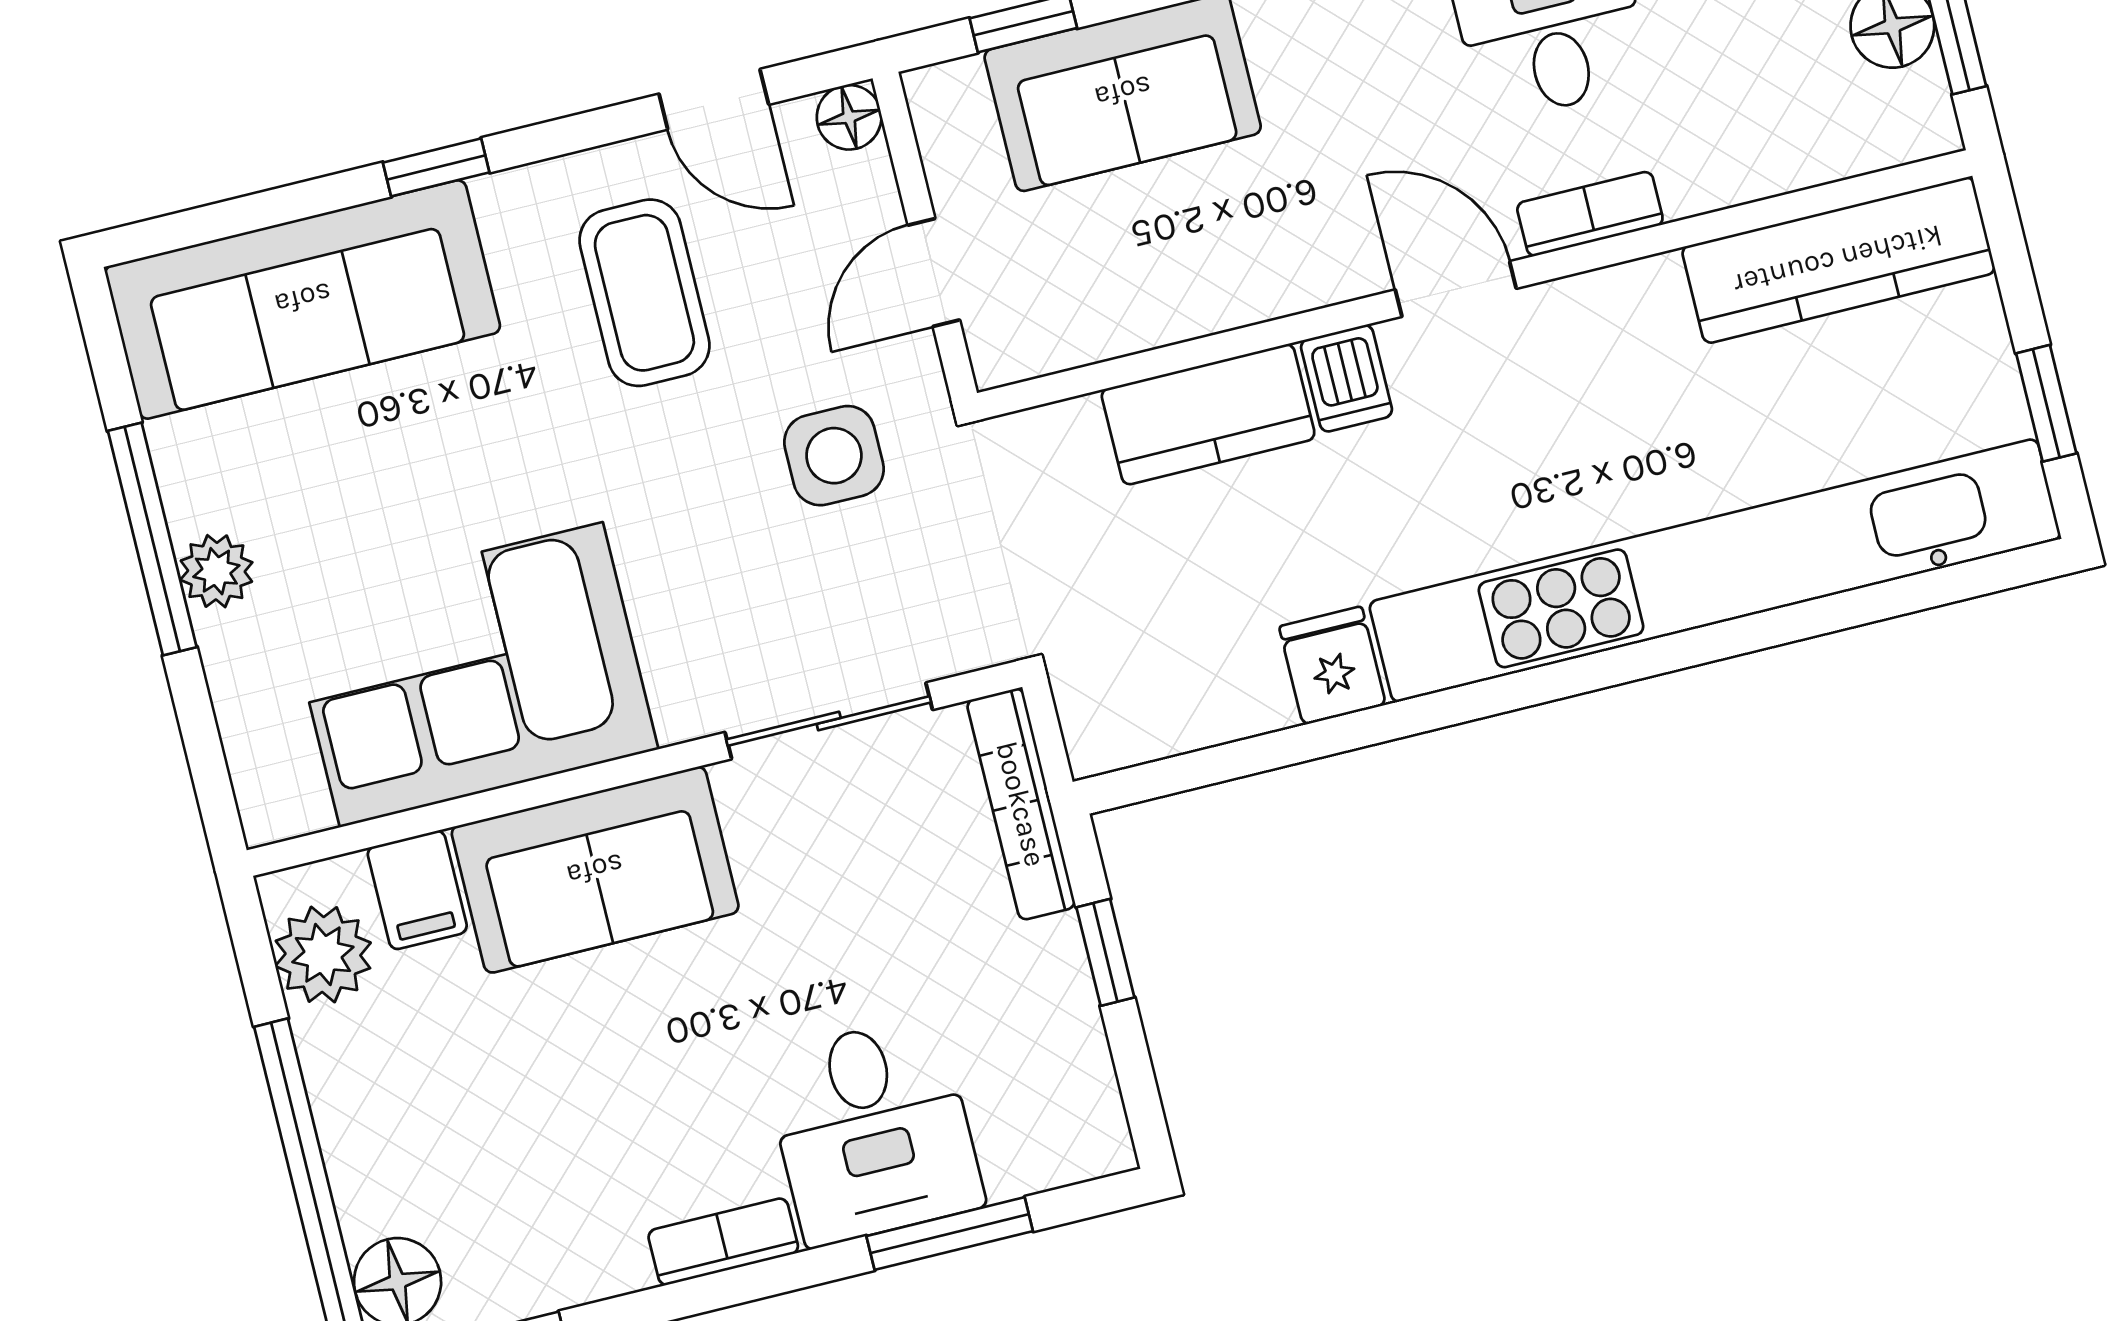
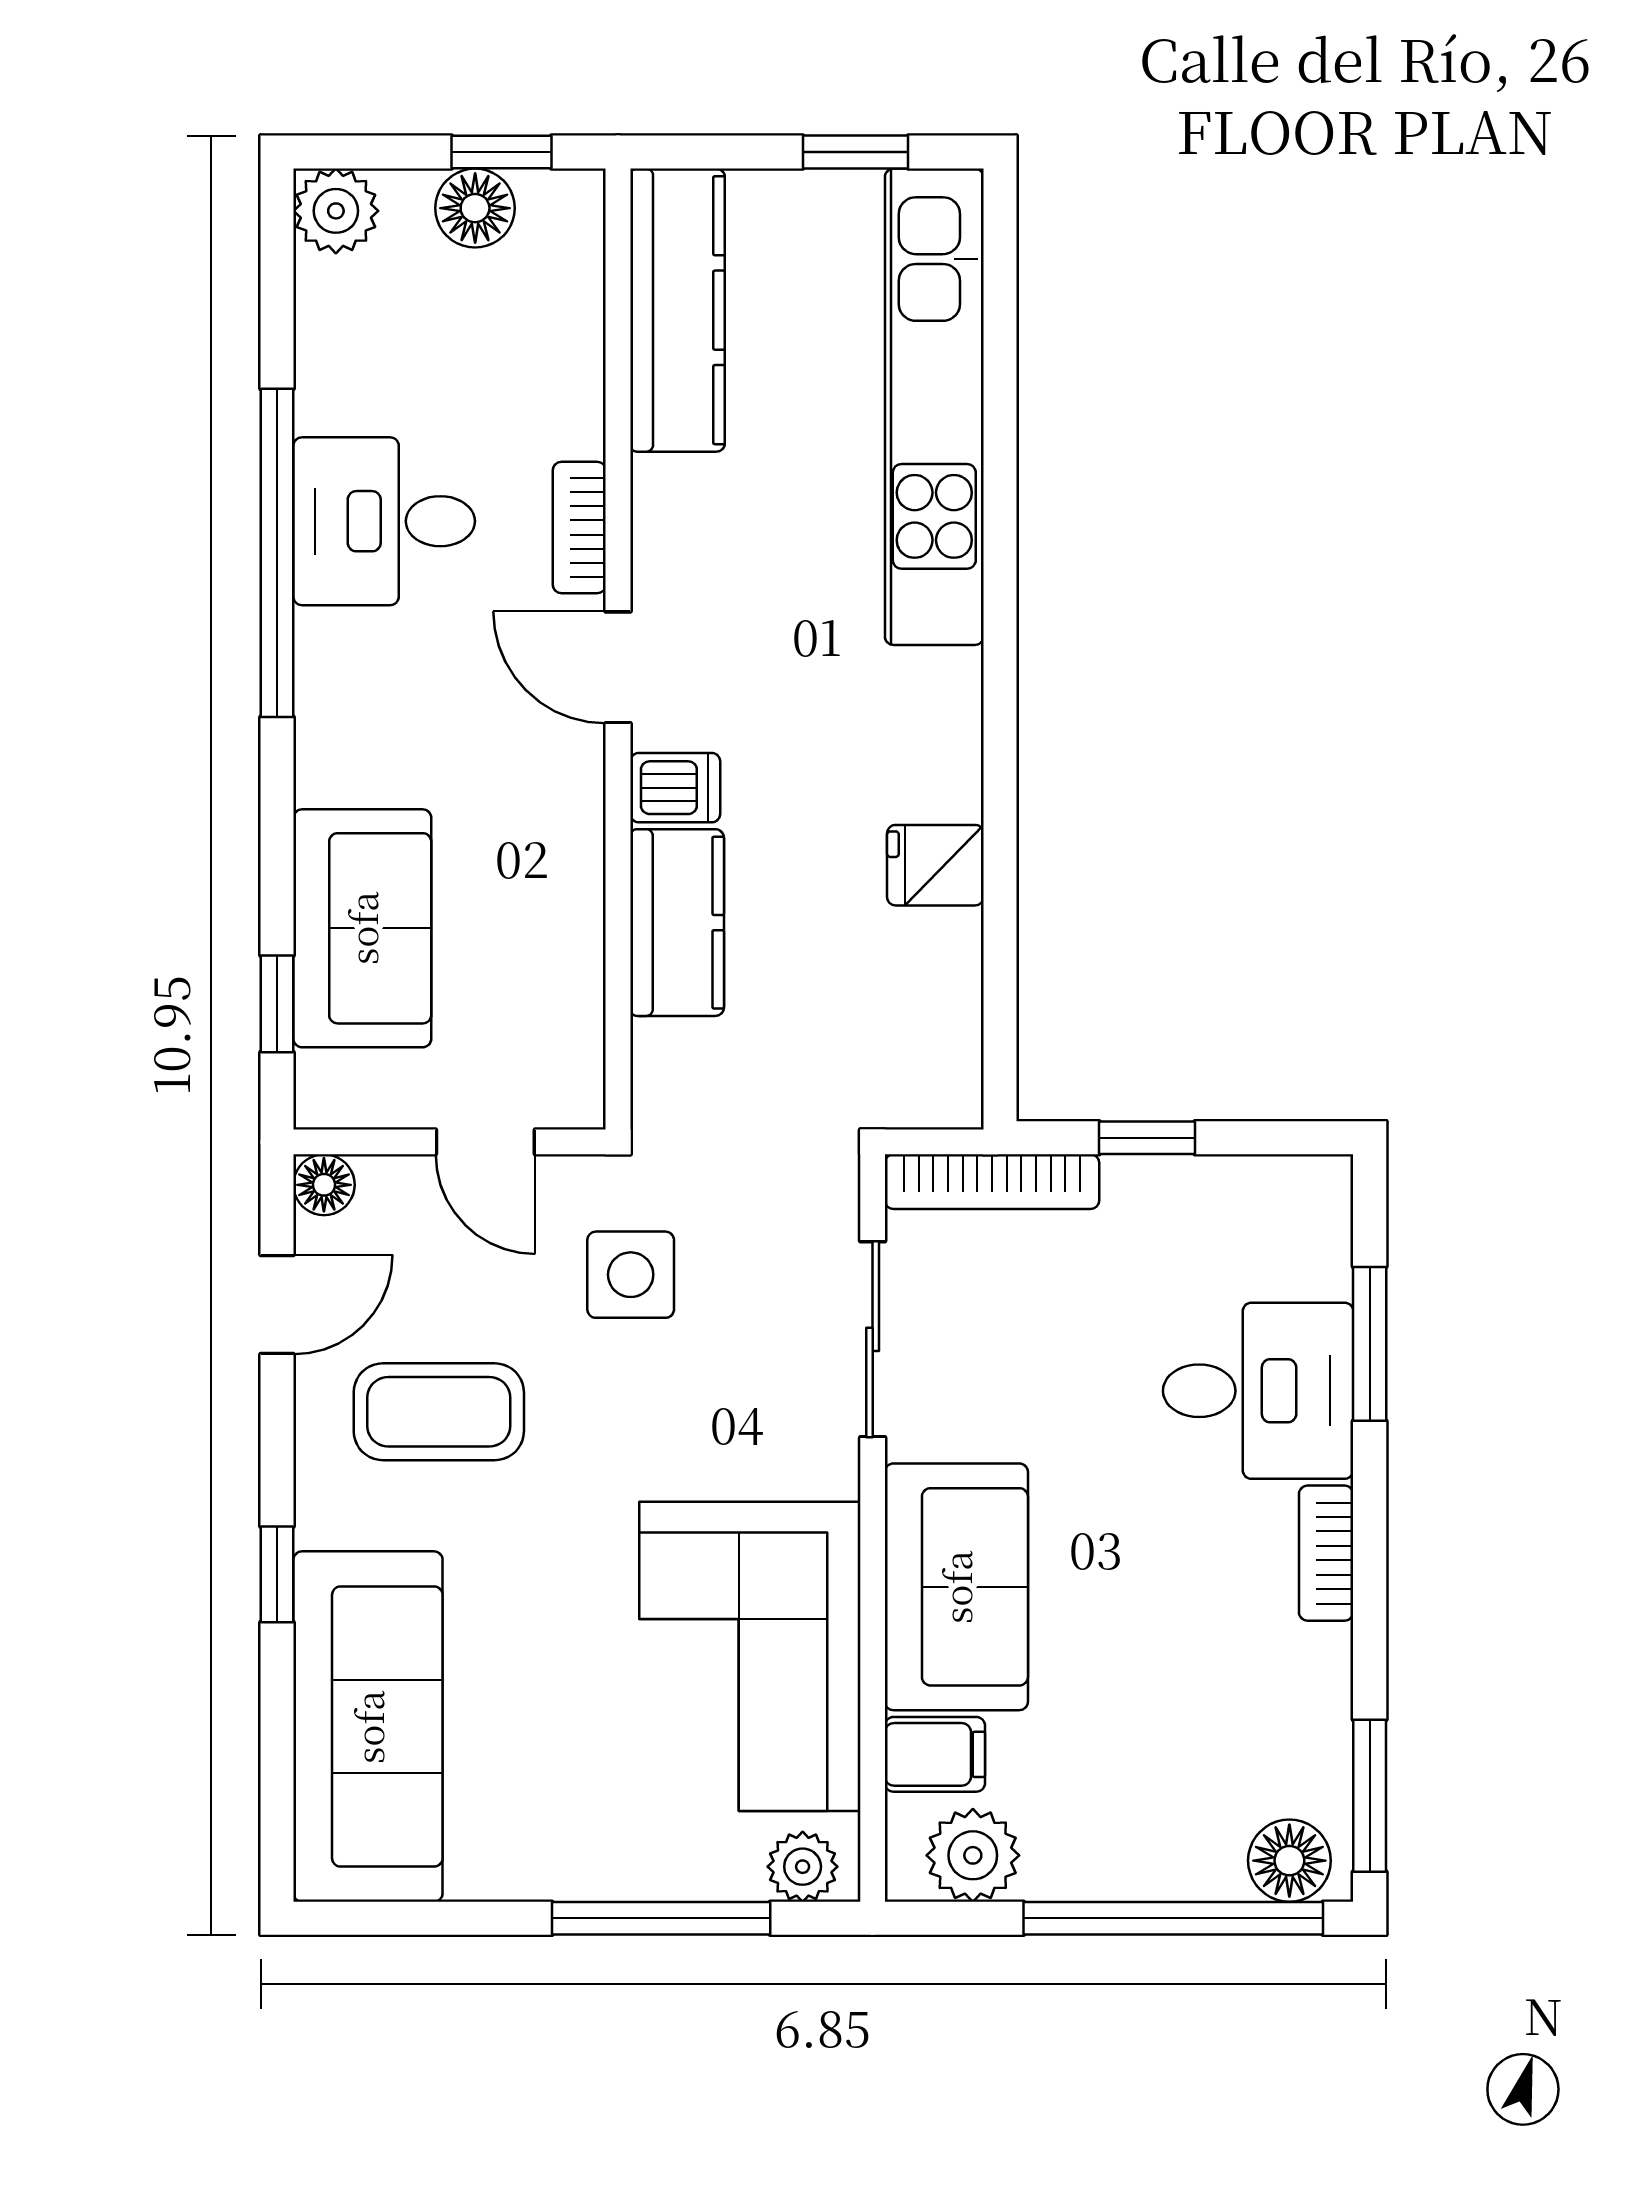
door: (1456, 289) -> (618, 667), hinge flipped
window: (152, 539) -> (661, 1918), moved
plant: (216, 571) -> (803, 1867), moved
kitchen unit: (1715, 571) -> (934, 407), width x0.73

